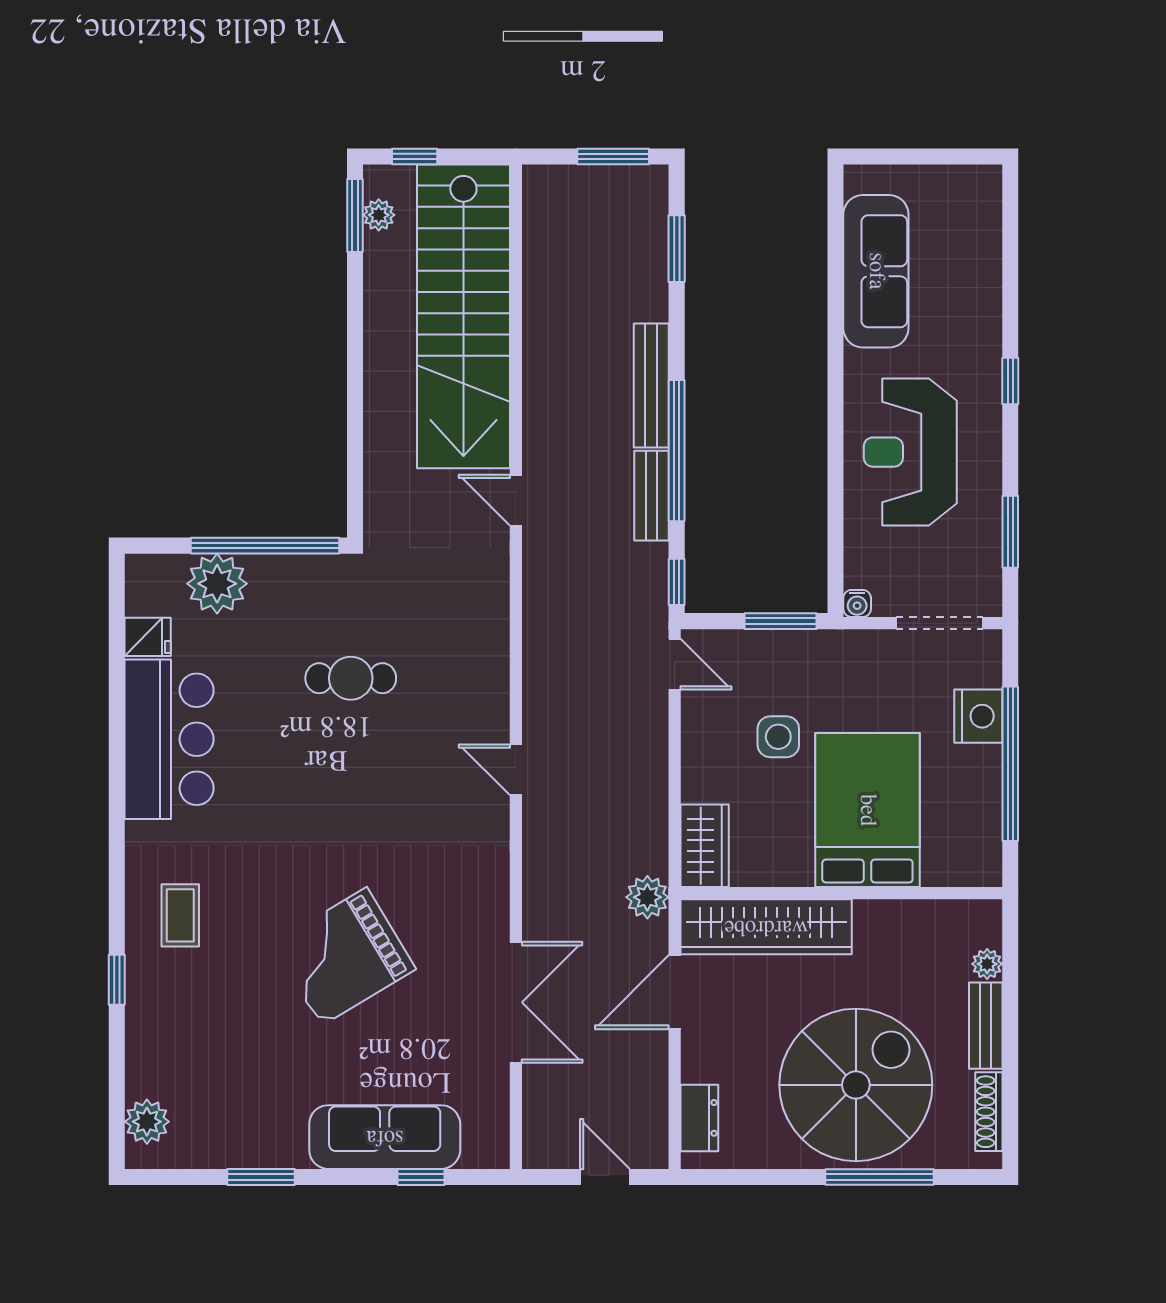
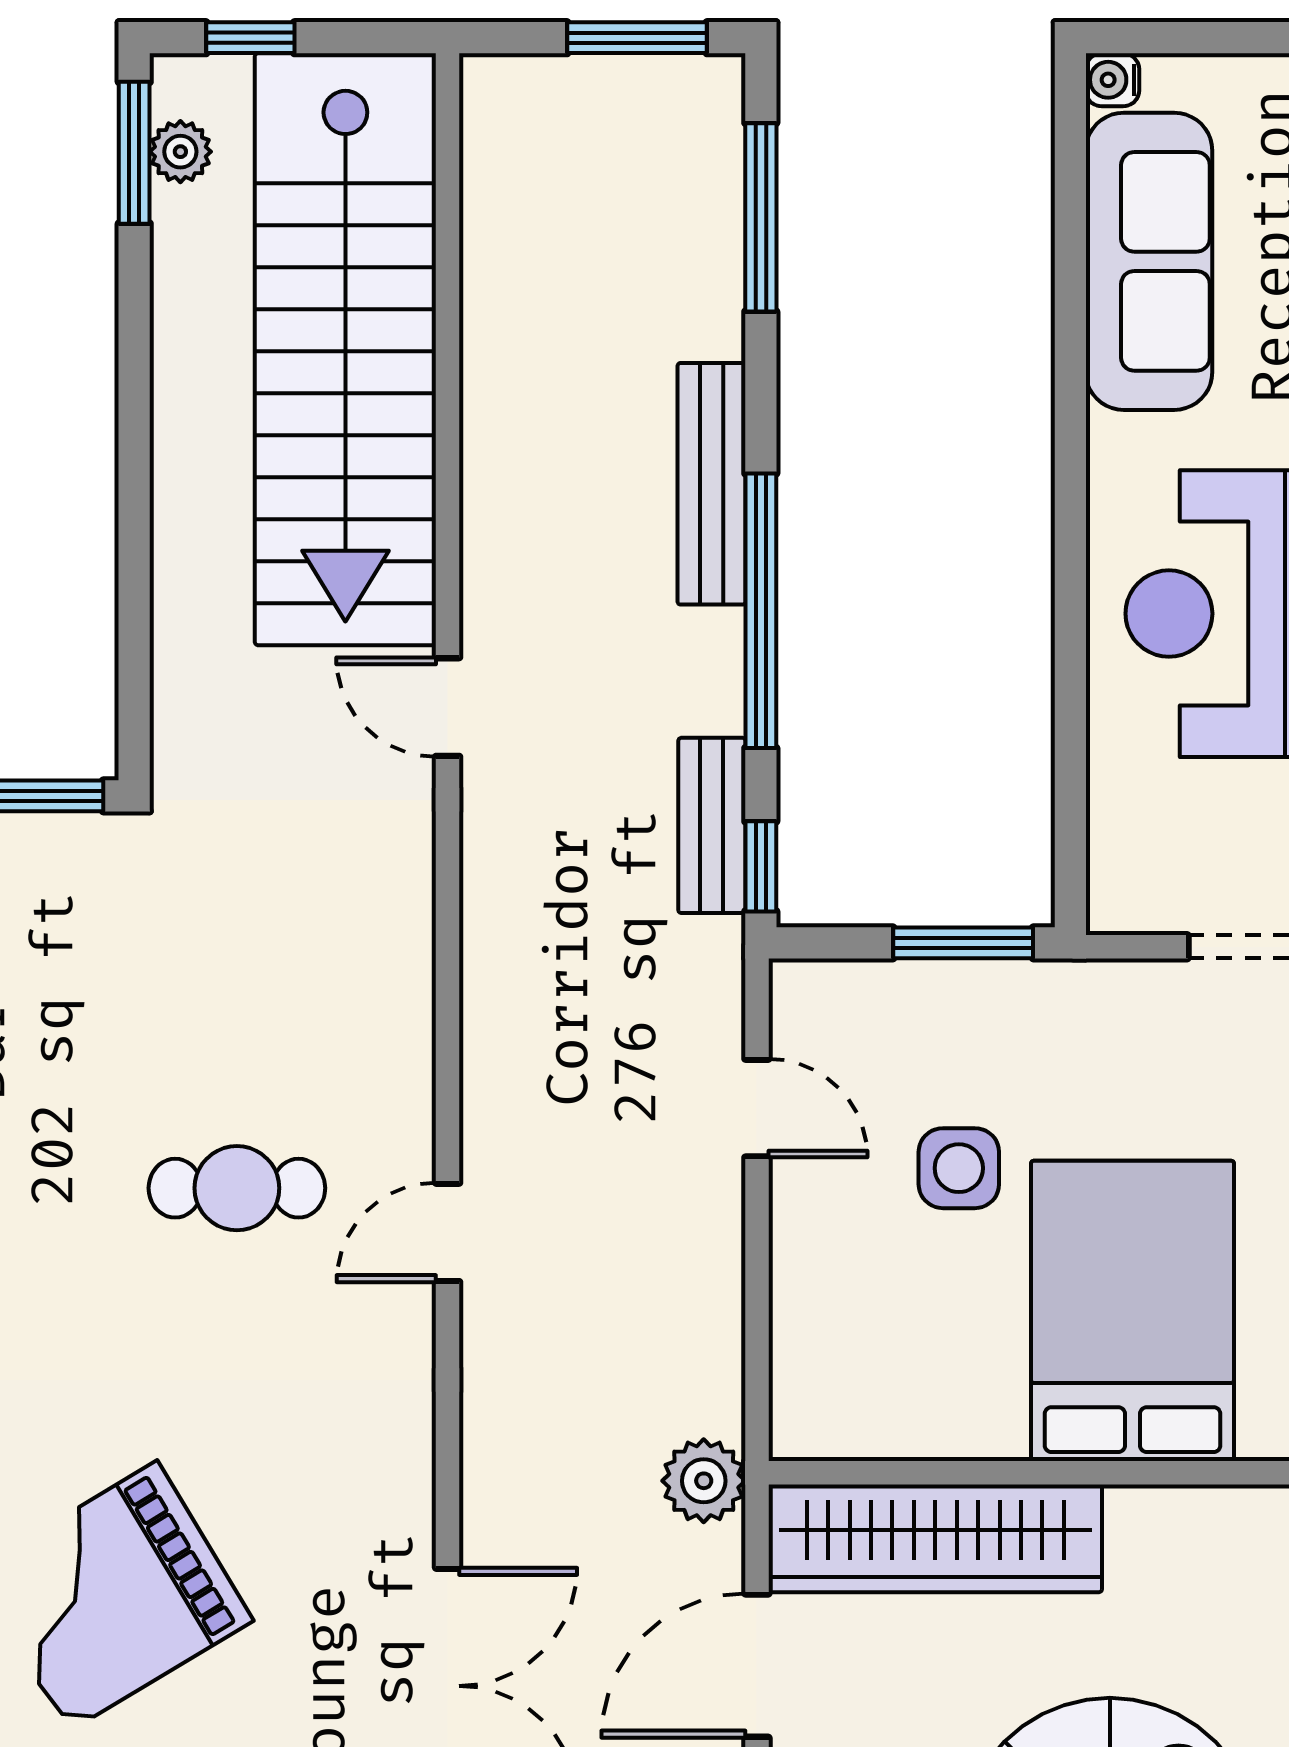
window: (677, 249) -> (761, 217), width x1.44
bench: (652, 496) -> (712, 825), moved
water cooler: (857, 603) -> (1112, 80), moved, turned 90
door: (675, 664) -> (757, 1108), moved
cafe table: (351, 678) -> (237, 1188), moved
door: (516, 770) -> (448, 1232), hinge flipped
wardrobe: (705, 846) -> (815, 1380), removed

